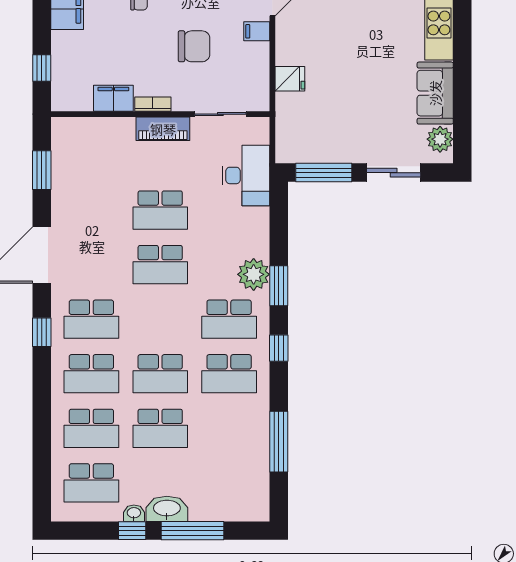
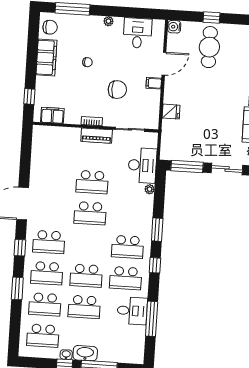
filing cabinet: (113, 98) -> (52, 115), moved
window: (42, 170) -> (17, 288), moved
plant: (254, 274) -> (150, 189), moved, width x0.53, depth x0.53
desk: (244, 430) -> (132, 311), added

